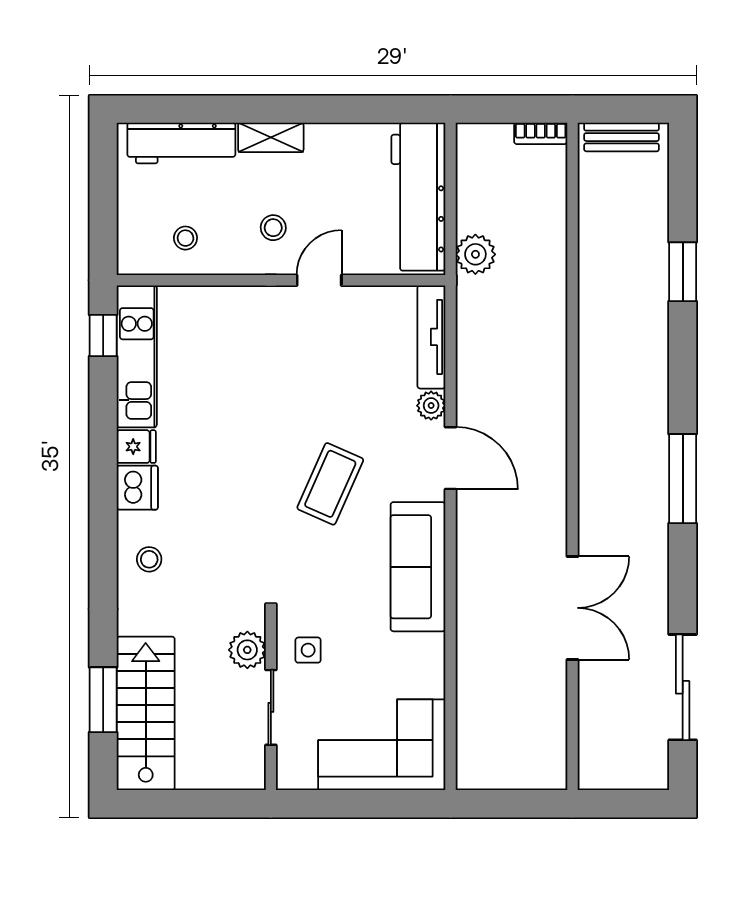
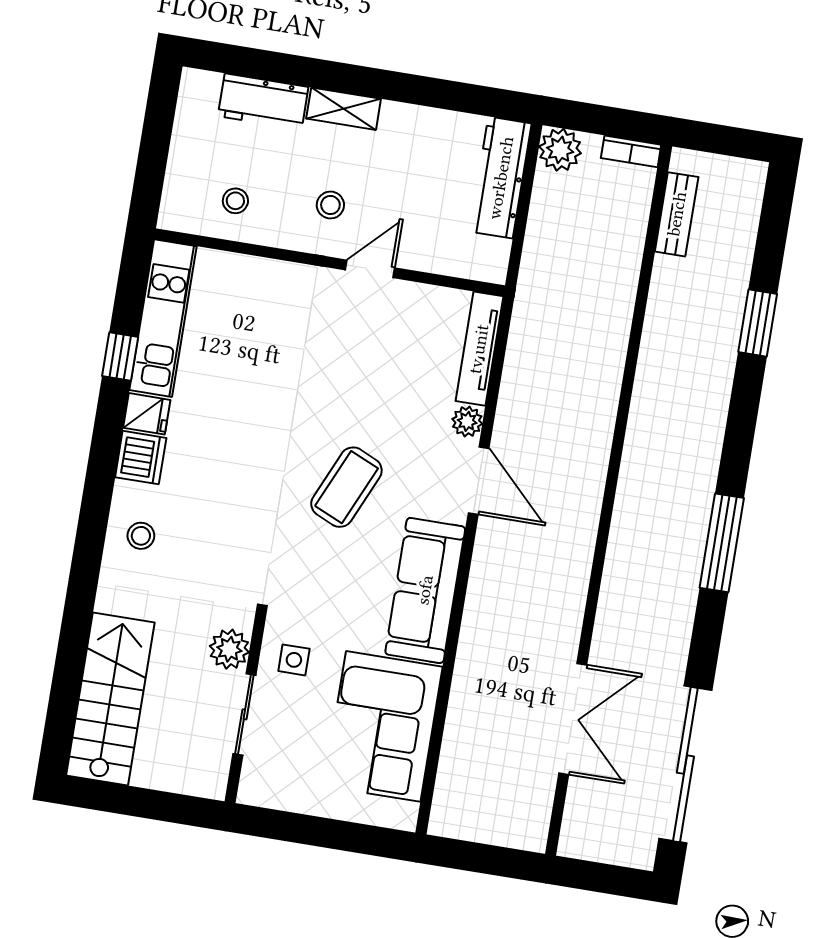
bench: (622, 137) -> (677, 214), moved, turned 90
workbench: (181, 143) -> (263, 102), width x0.73
workbench: (418, 197) -> (501, 178), width x0.73, depth x0.76
plant: (475, 254) -> (560, 150), moved
window: (103, 336) -> (120, 356), moved
double door: (572, 608) -> (573, 719), moved
sliding door: (683, 687) -> (685, 765), width x1.36
window: (103, 700) -> (68, 677), removed
corner sofa: (382, 745) -> (383, 726), moved, turned -90

